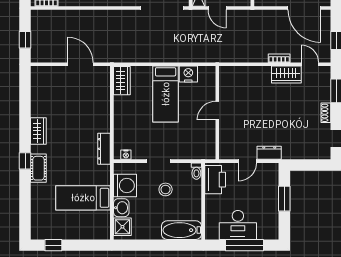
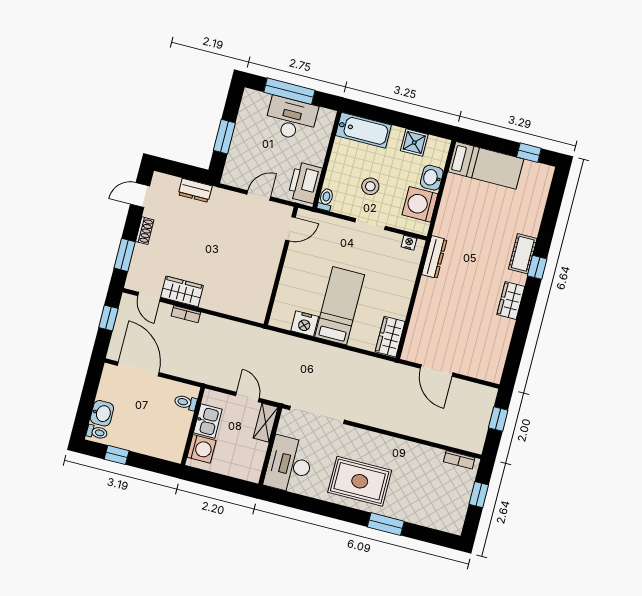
door: (217, 111) -> (290, 229), moved
dresser: (269, 153) -> (195, 190), moved
bed: (83, 198) -> (486, 165), moved
shower: (122, 227) -> (414, 143), moved

